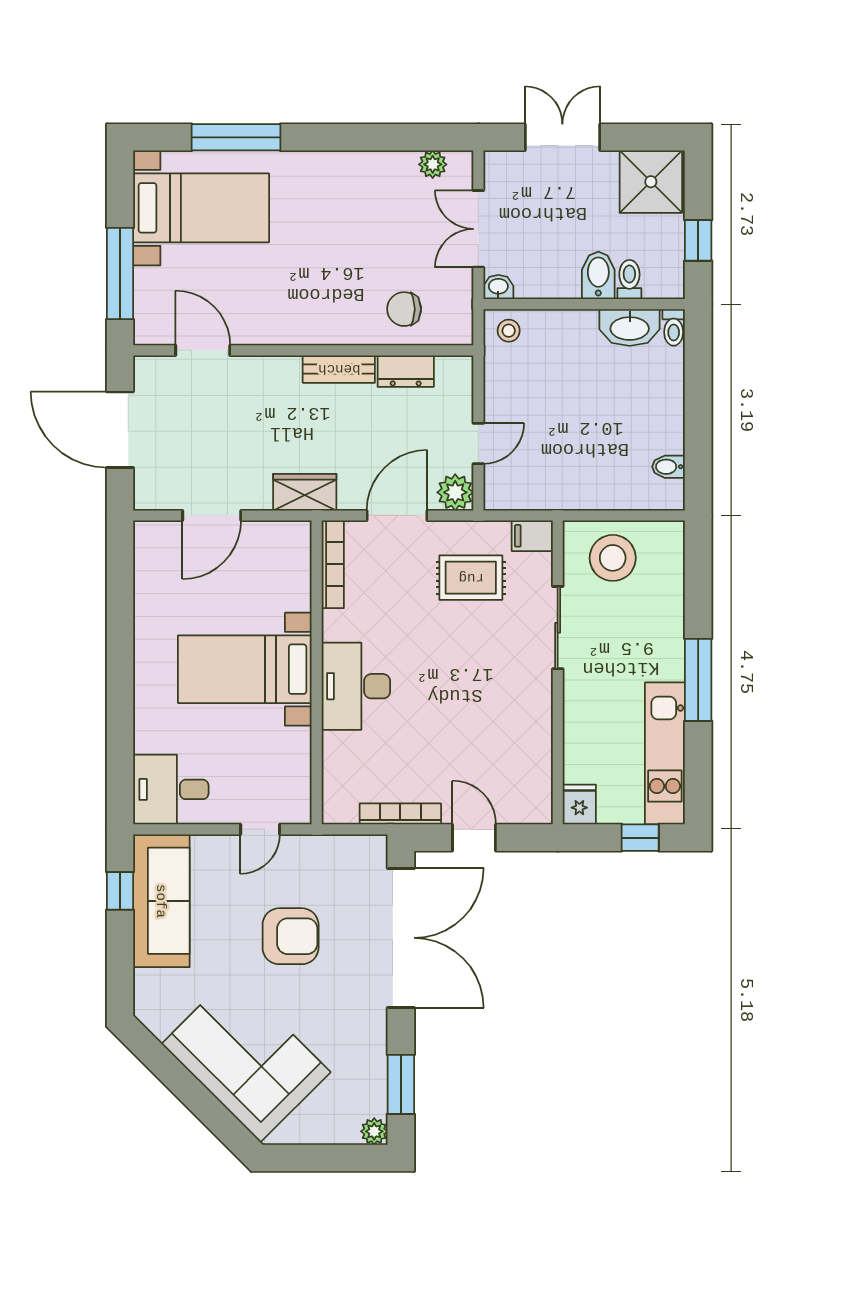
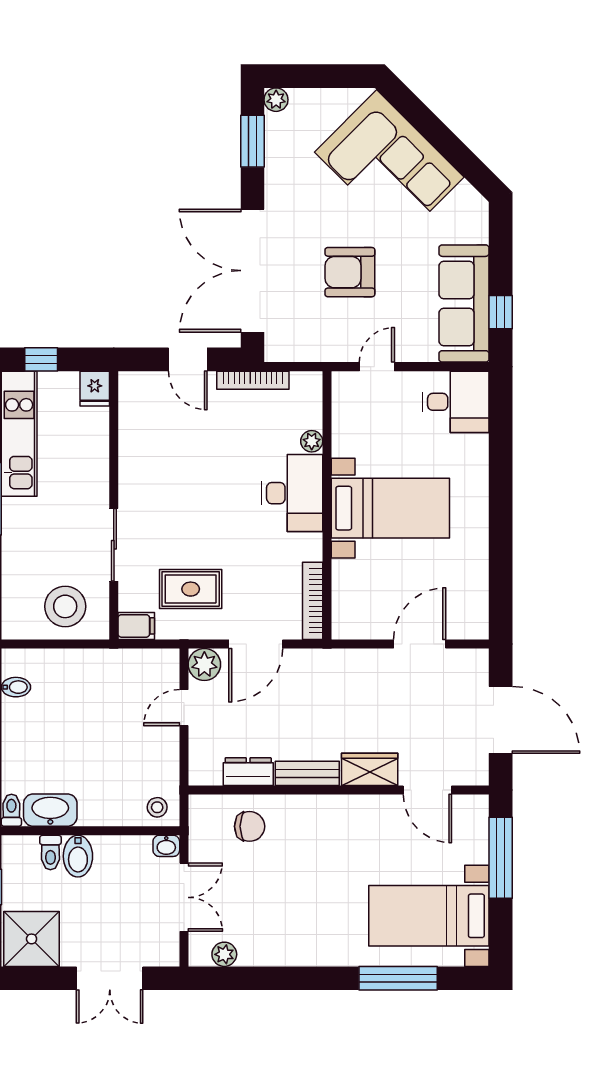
wardrobe: (305, 492) -> (370, 769), moved, turned 180
plant: (334, 745) -> (312, 441), added

